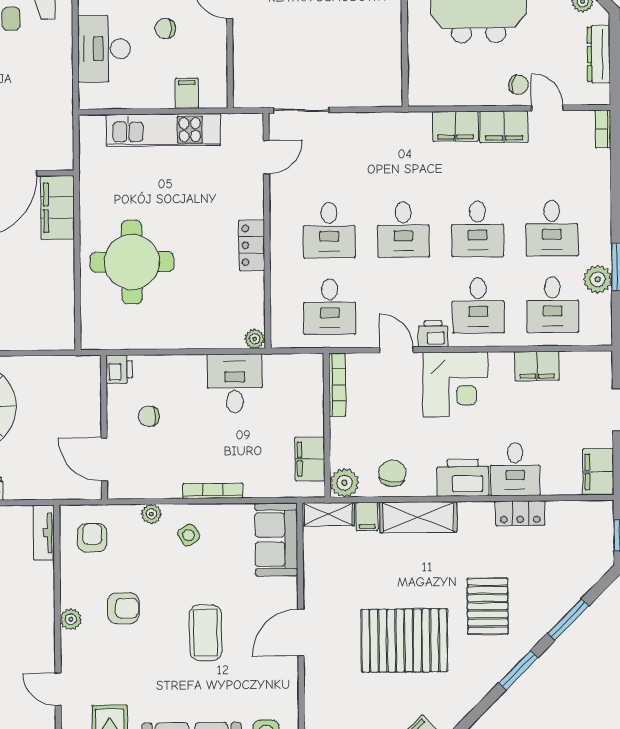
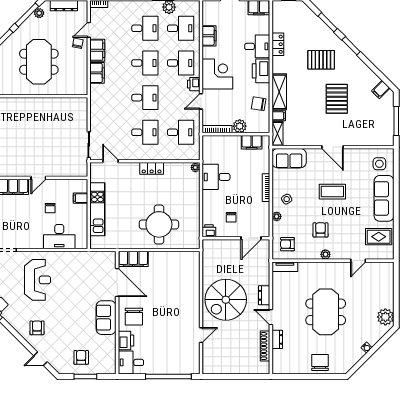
plant: (344, 483) -> (240, 126), moved
pallet: (404, 641) -> (337, 99), width x0.73, depth x0.71

